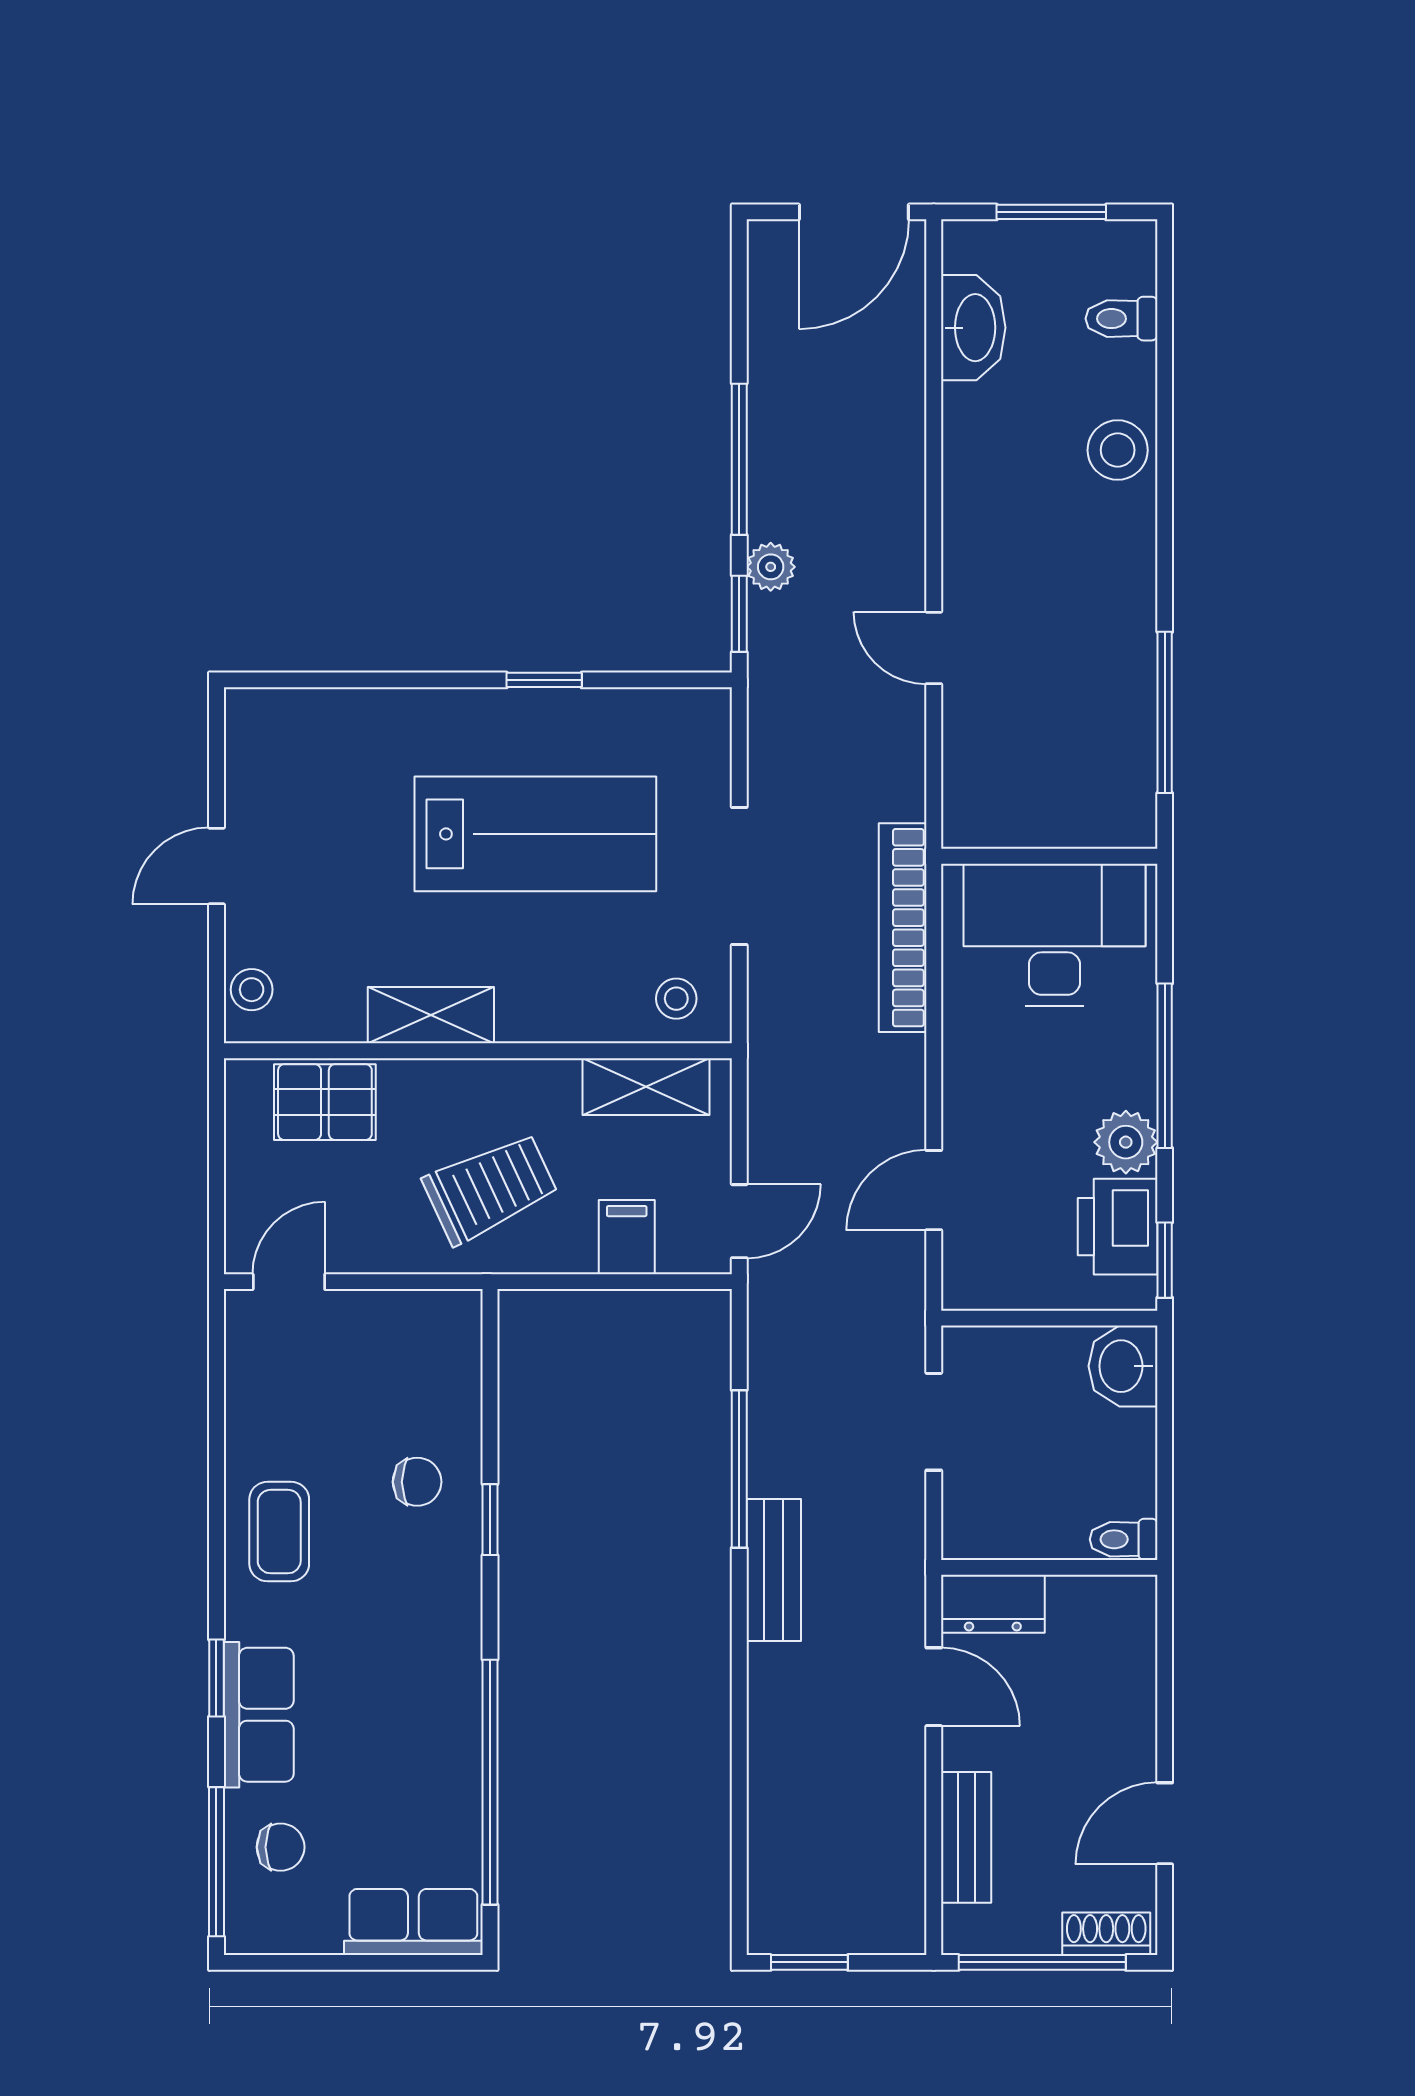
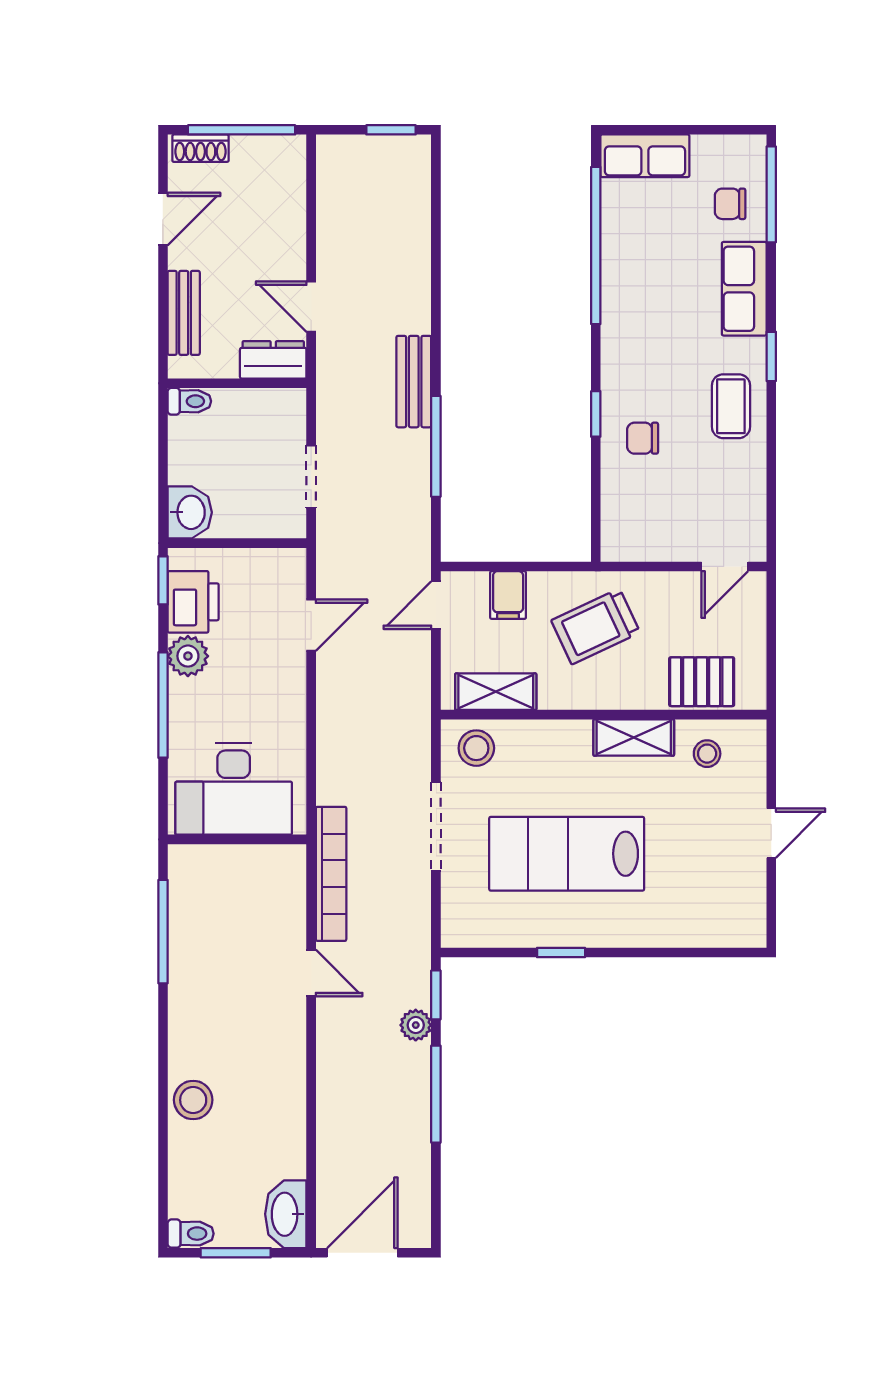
toilet: (1122, 319) -> (191, 1234), moved
washbasin: (973, 328) -> (286, 1214), moved
bookcase: (903, 928) -> (331, 874), moved
stool: (252, 990) -> (707, 754), moved
stool: (676, 999) -> (476, 748), width x1.37, depth x1.37
window: (216, 1678) -> (771, 356), moved
bench: (966, 1837) -> (184, 313), moved

